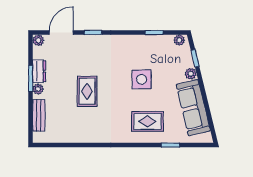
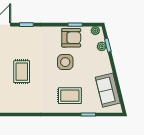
armchair: (149, 49) -> (71, 38), added
plant: (191, 74) -> (102, 46), moved
sofa: (193, 108) -> (108, 90), width x0.73

